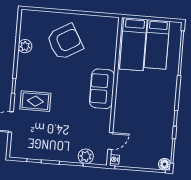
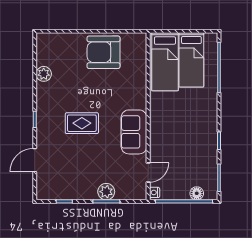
armchair: (65, 42) -> (104, 52), moved, turned -150
sofa: (102, 89) -> (134, 132), moved
rug: (35, 101) -> (82, 123), moved
plant: (86, 156) -> (106, 192), moved
floor lamp: (165, 164) -> (197, 193), moved

